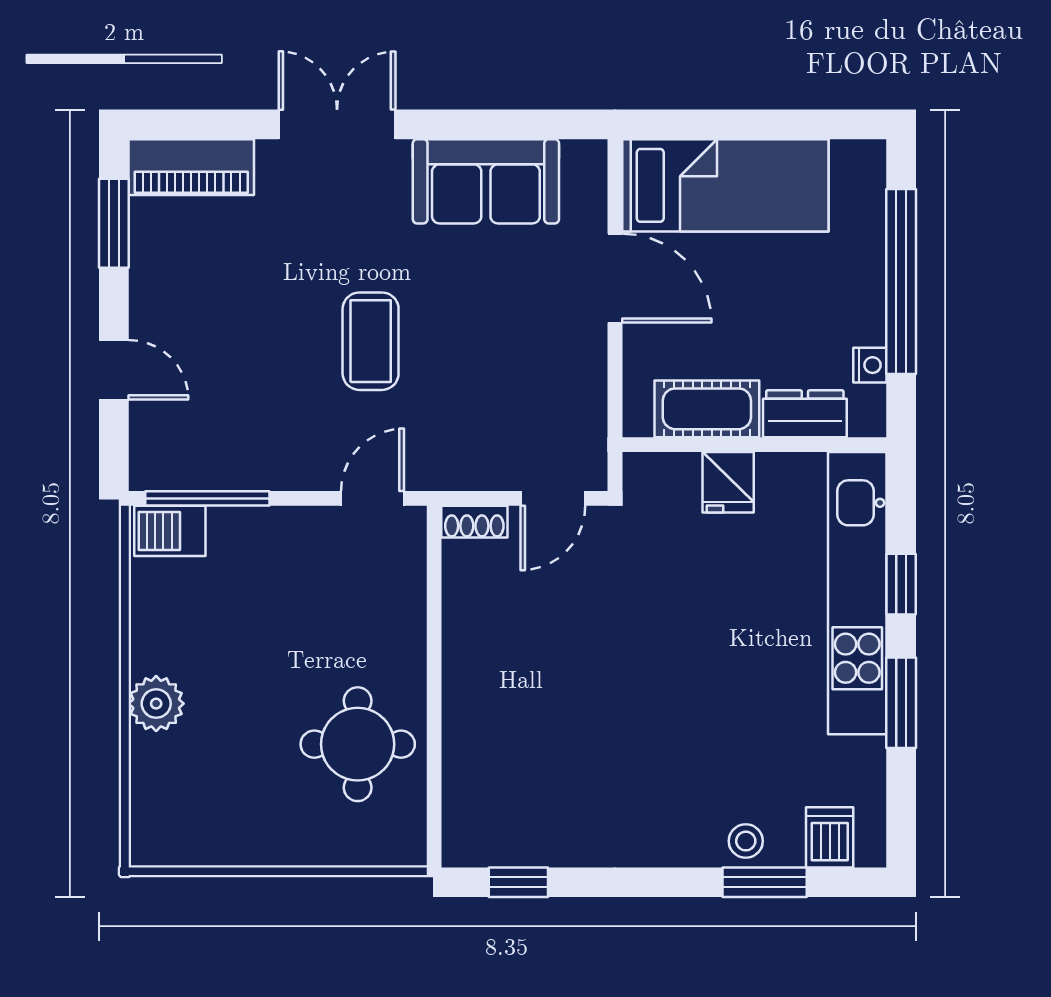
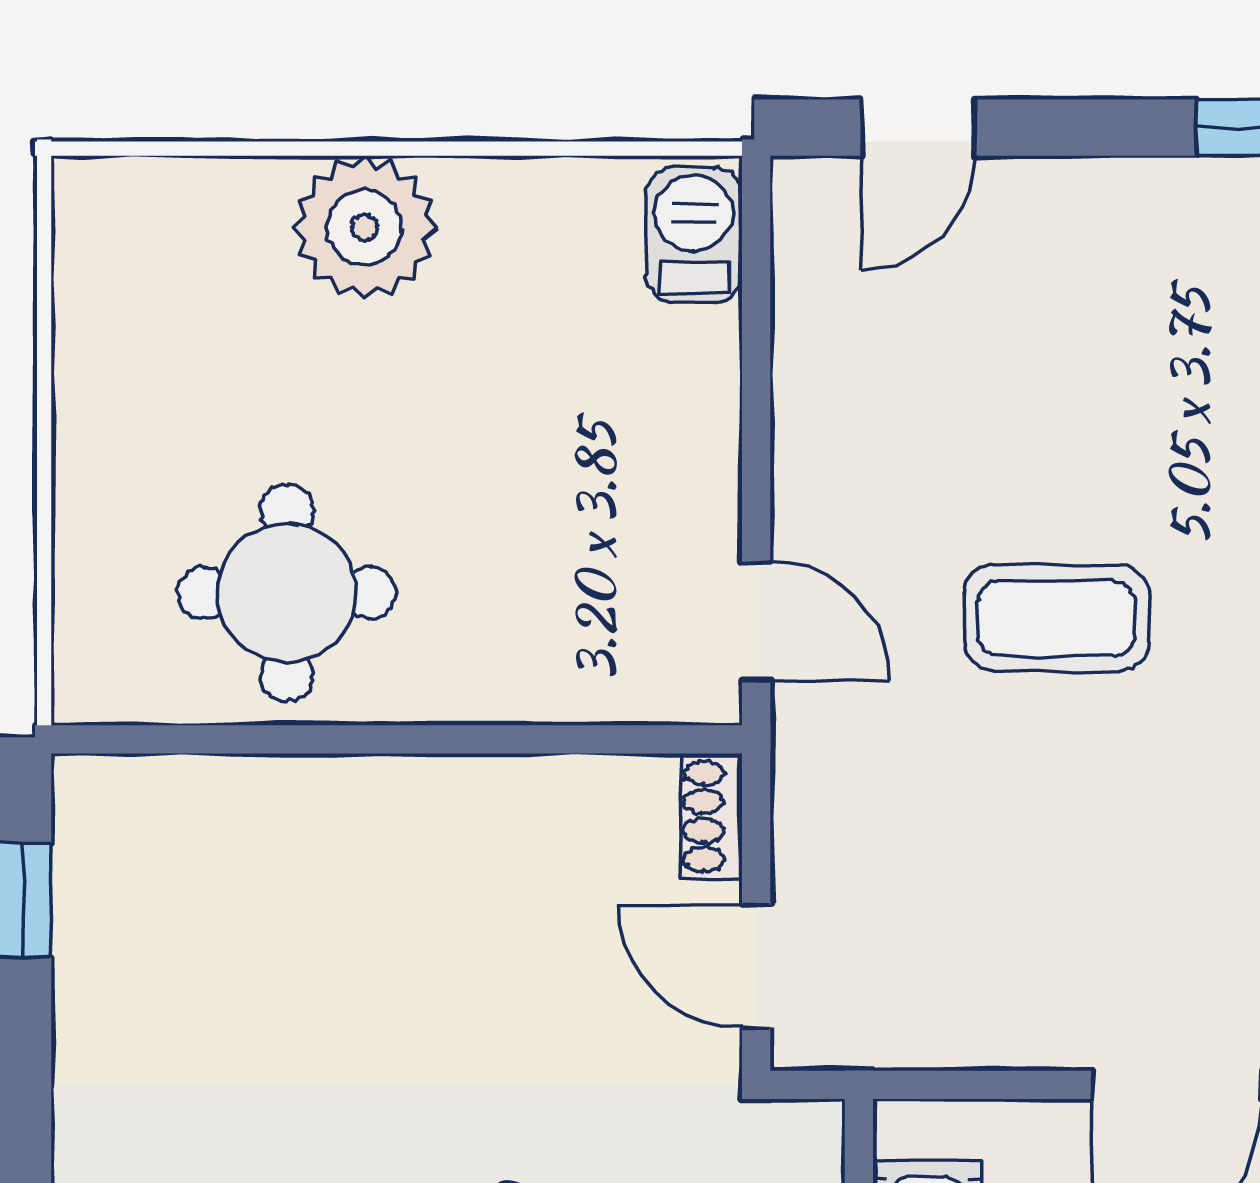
door: (114, 370) -> (918, 128), moved
window: (207, 498) -> (756, 306), removed
plant: (156, 704) -> (364, 227), width x1.36, depth x1.36

